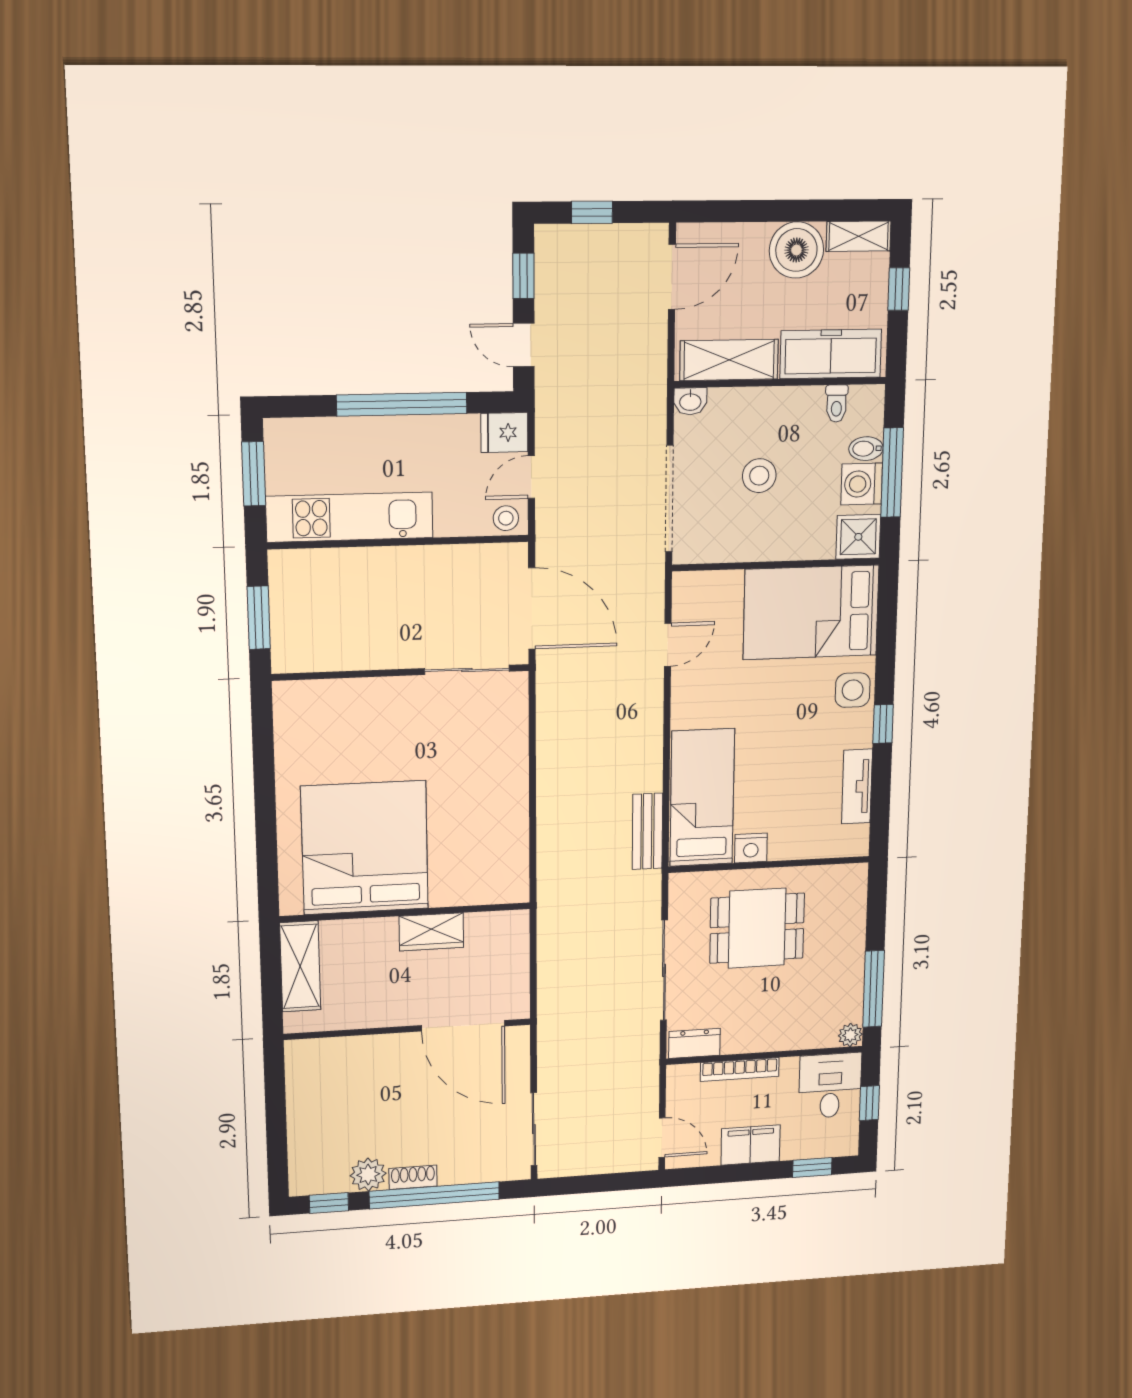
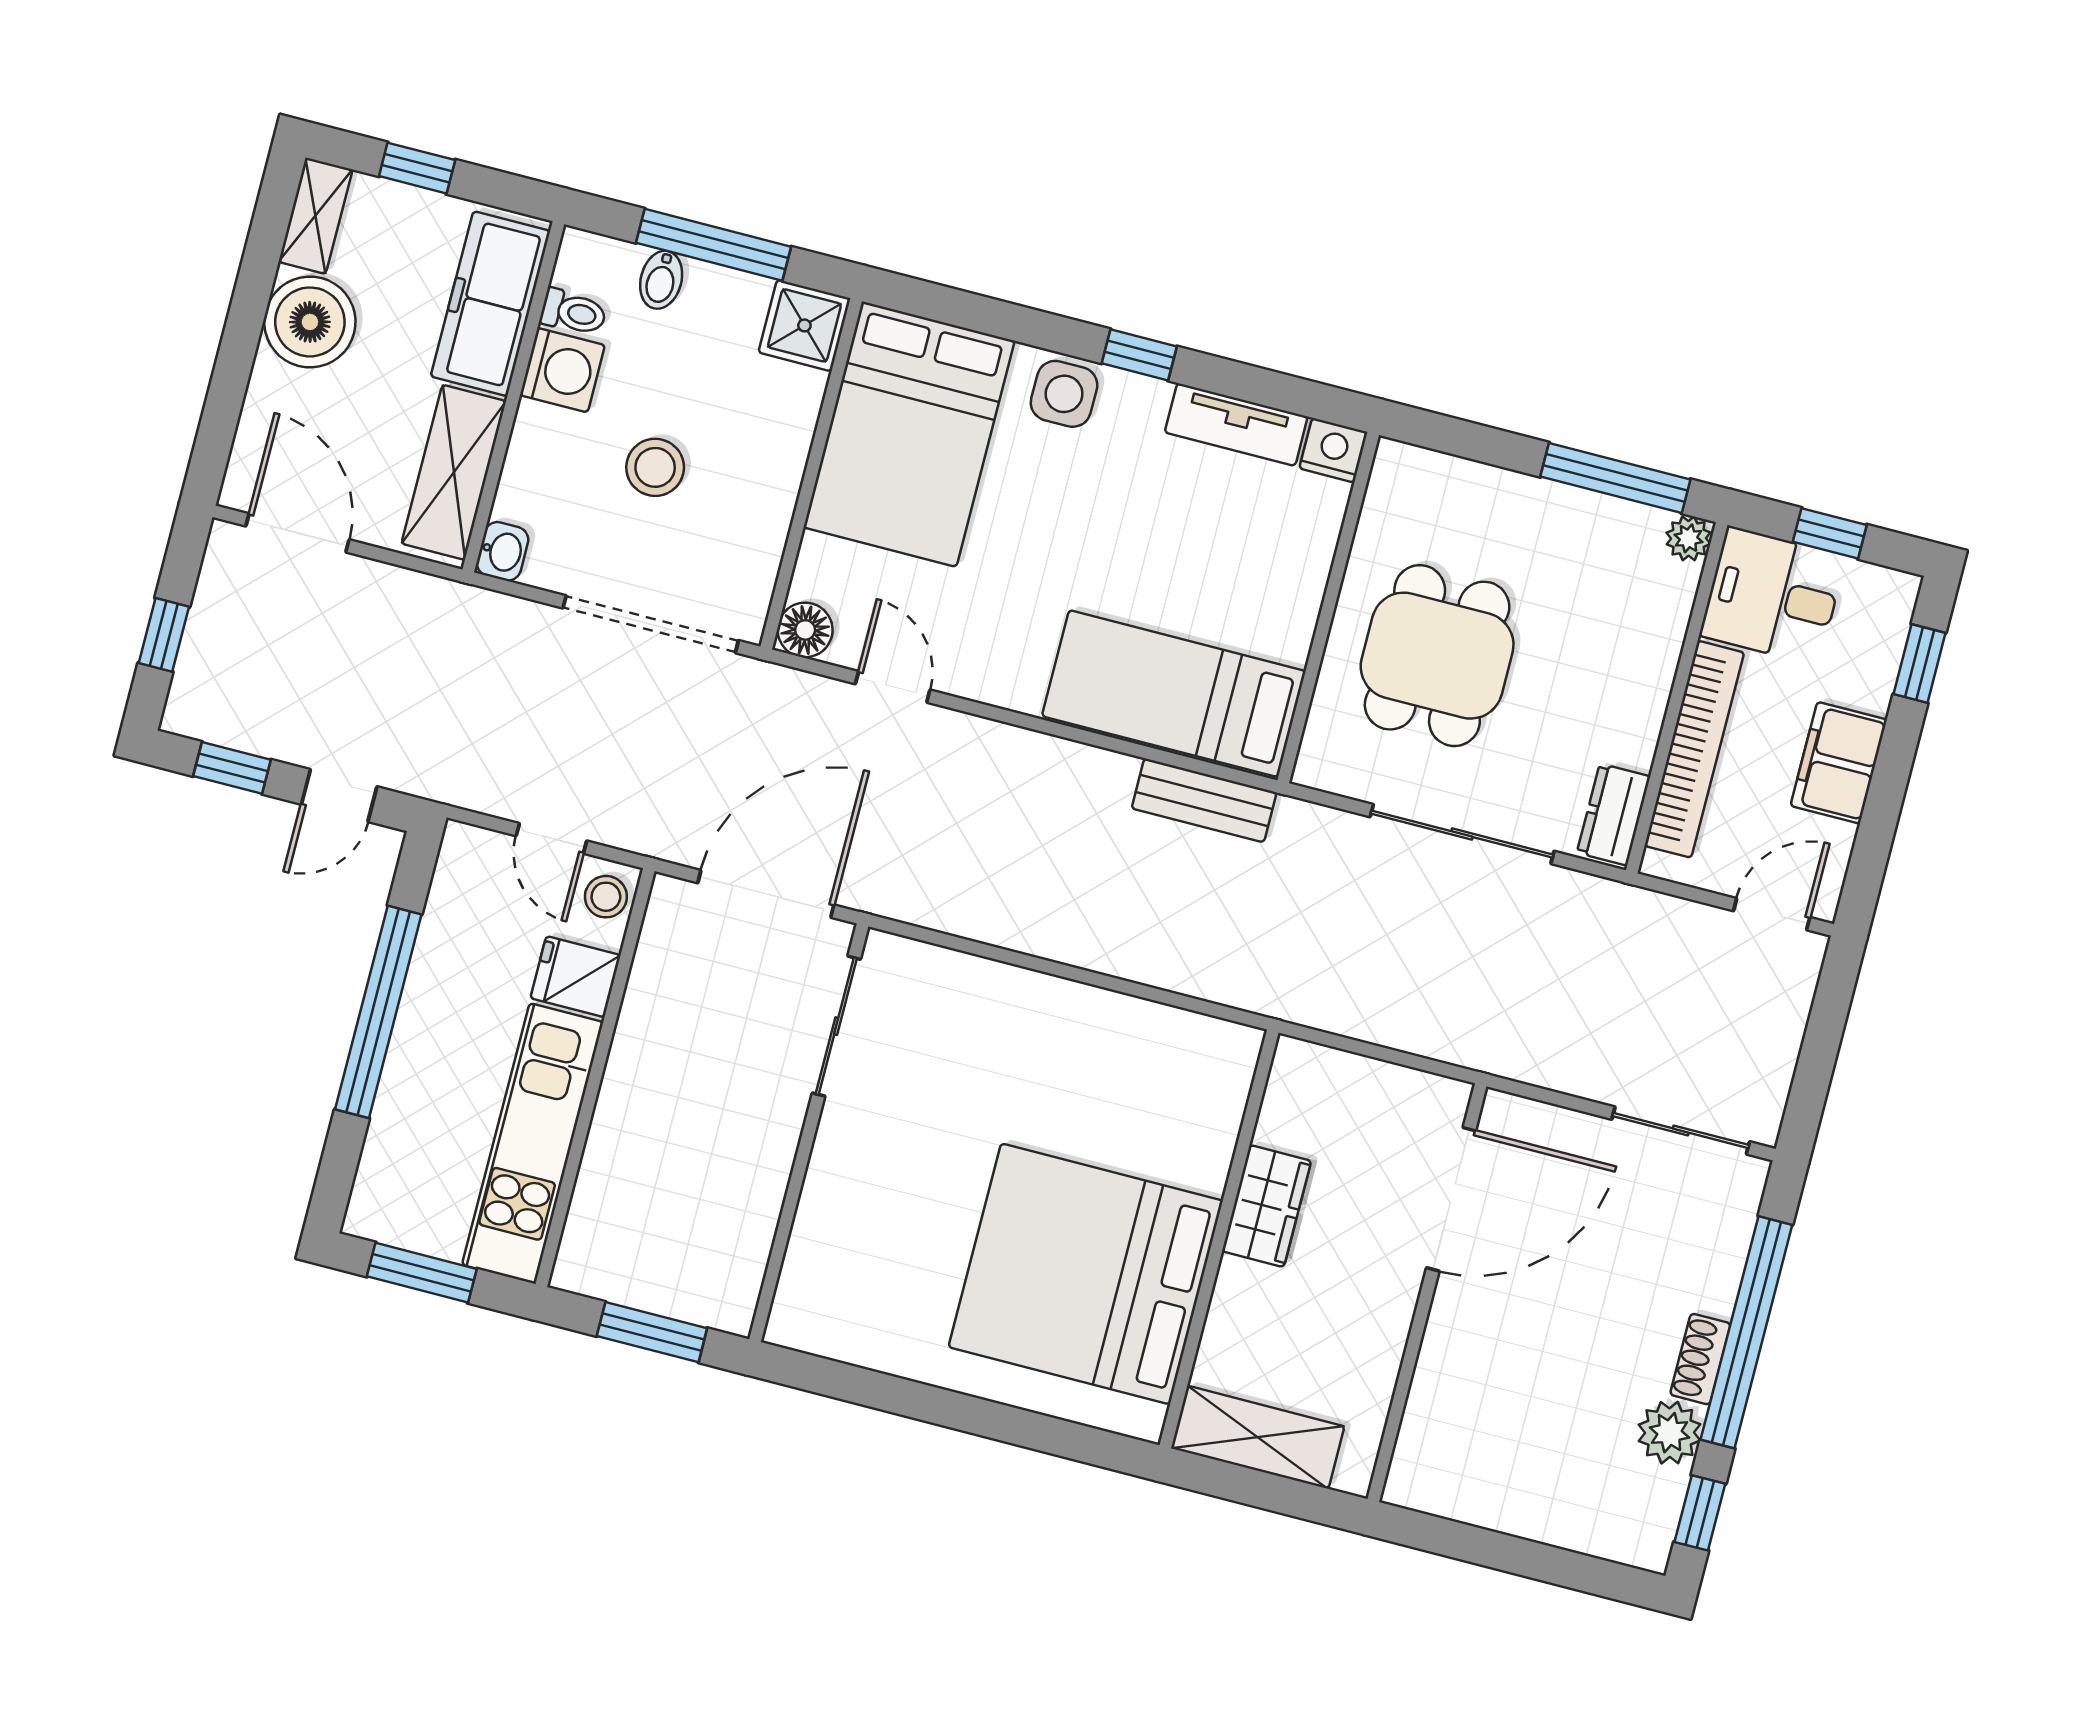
fridge: (504, 433) -> (576, 977), moved, turned 90
washing machine: (862, 484) -> (562, 370), moved, turned -90
floor lamp: (688, 587) -> (805, 630), added
nightstand: (751, 848) -> (1333, 450), moved, turned -90
bookcase: (740, 1069) -> (1694, 749), width x1.48, depth x1.31

